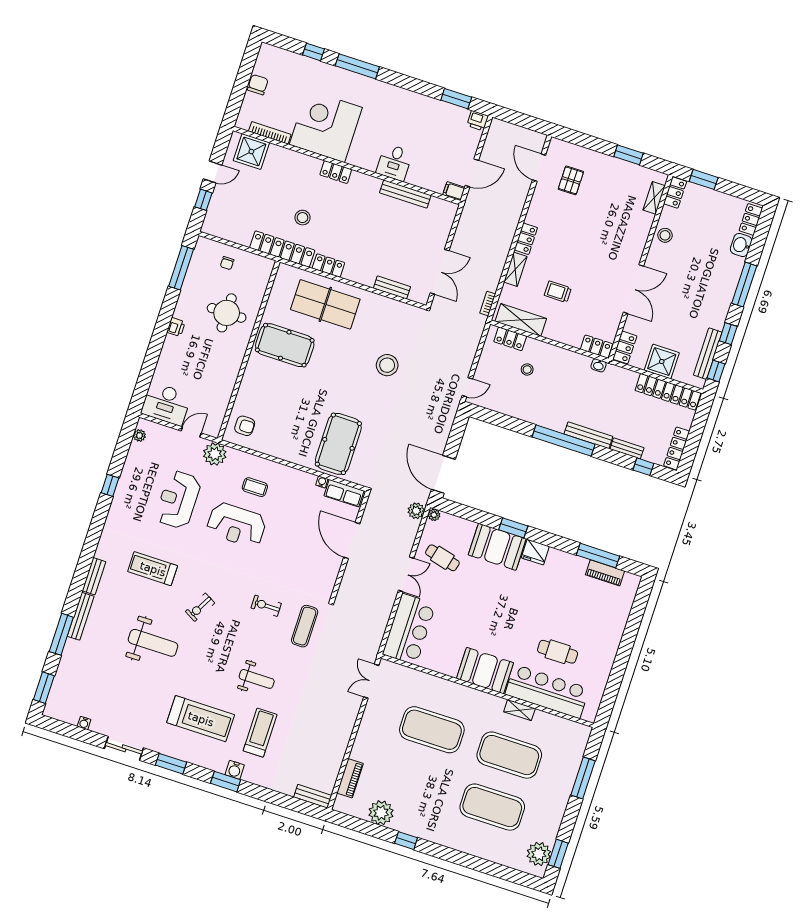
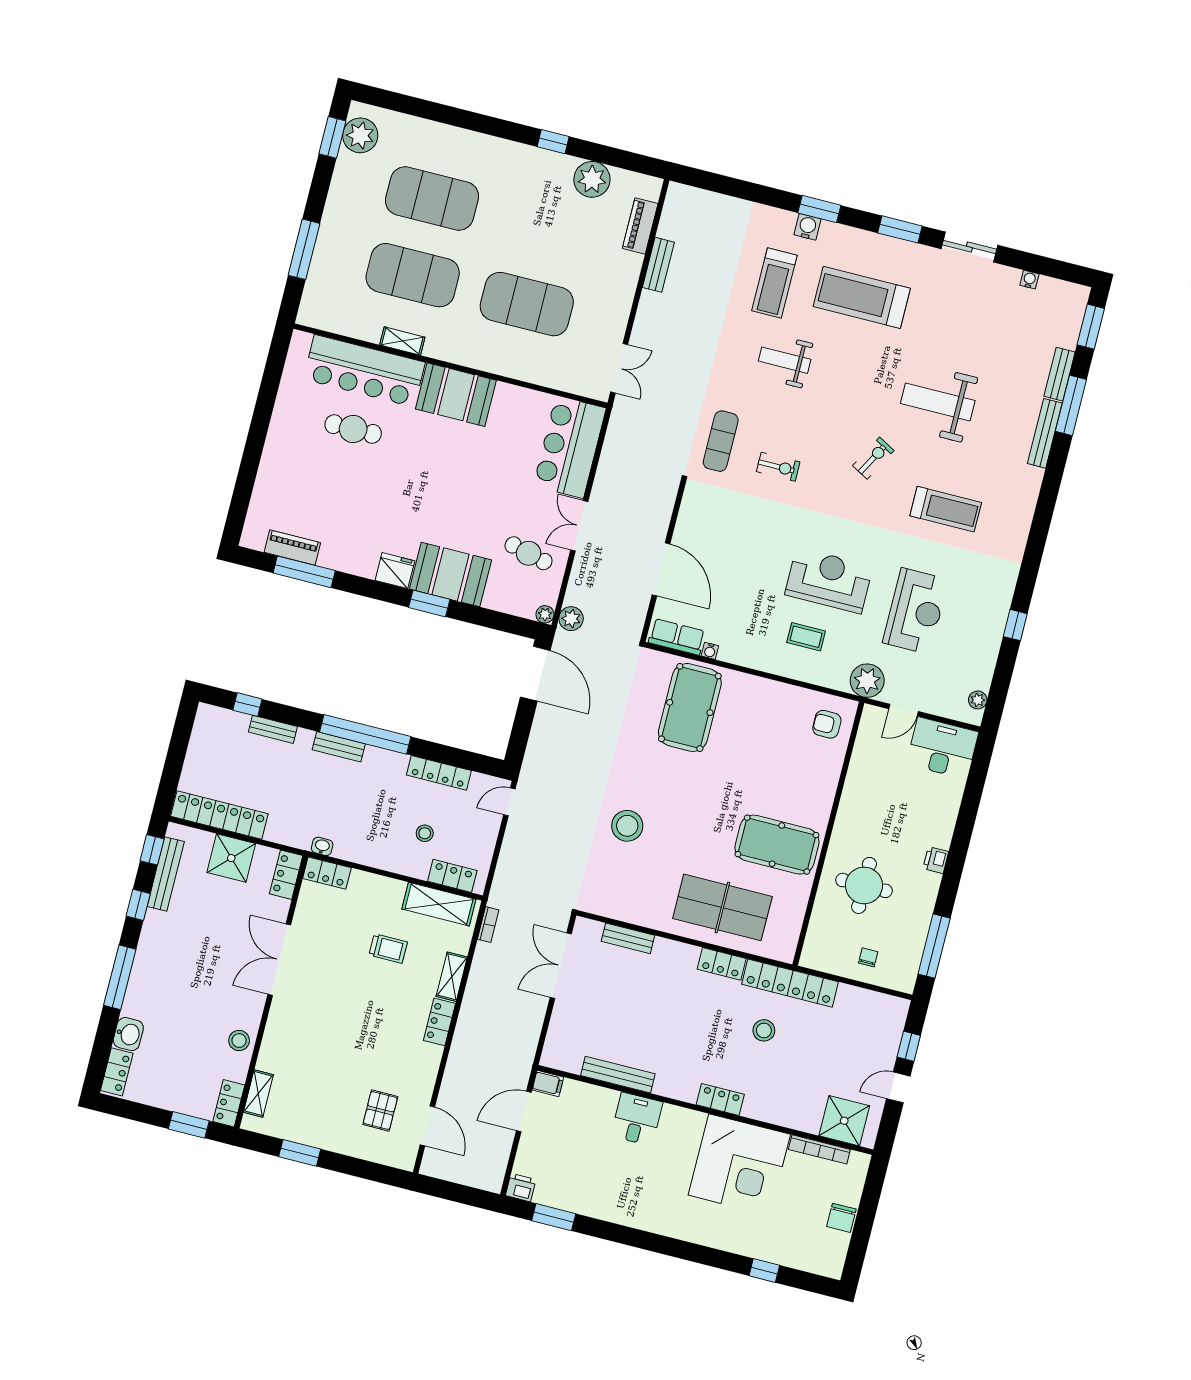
window: (357, 66) -> (700, 1254), removed
bench: (588, 435) -> (339, 747), width x0.73
locker: (677, 448) -> (439, 773), moved, turned 90
bench: (94, 576) -> (1059, 374), moved
bench: (313, 796) -> (658, 265), moved, turned 90

